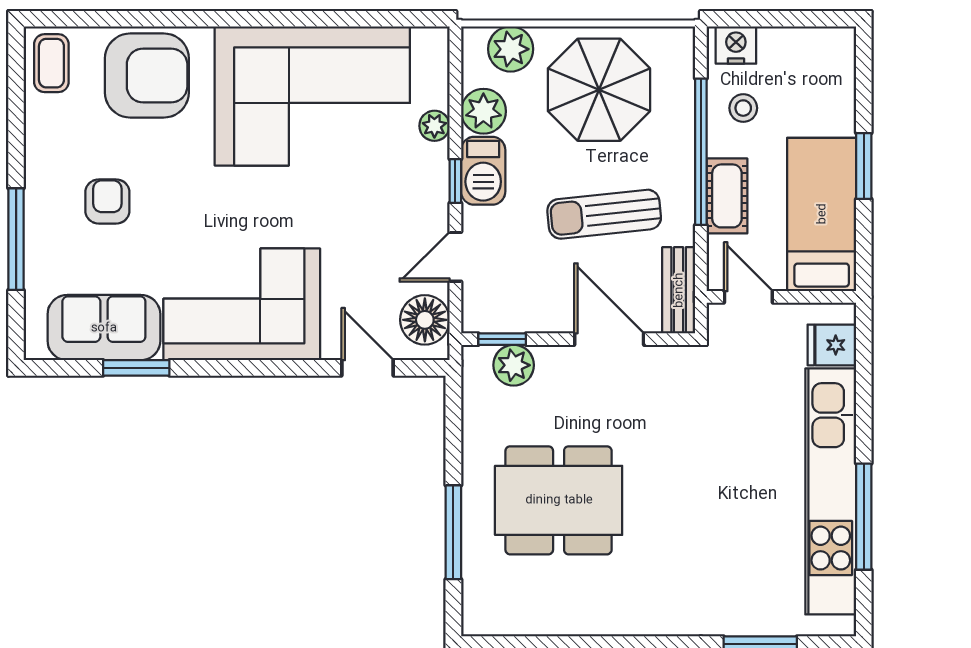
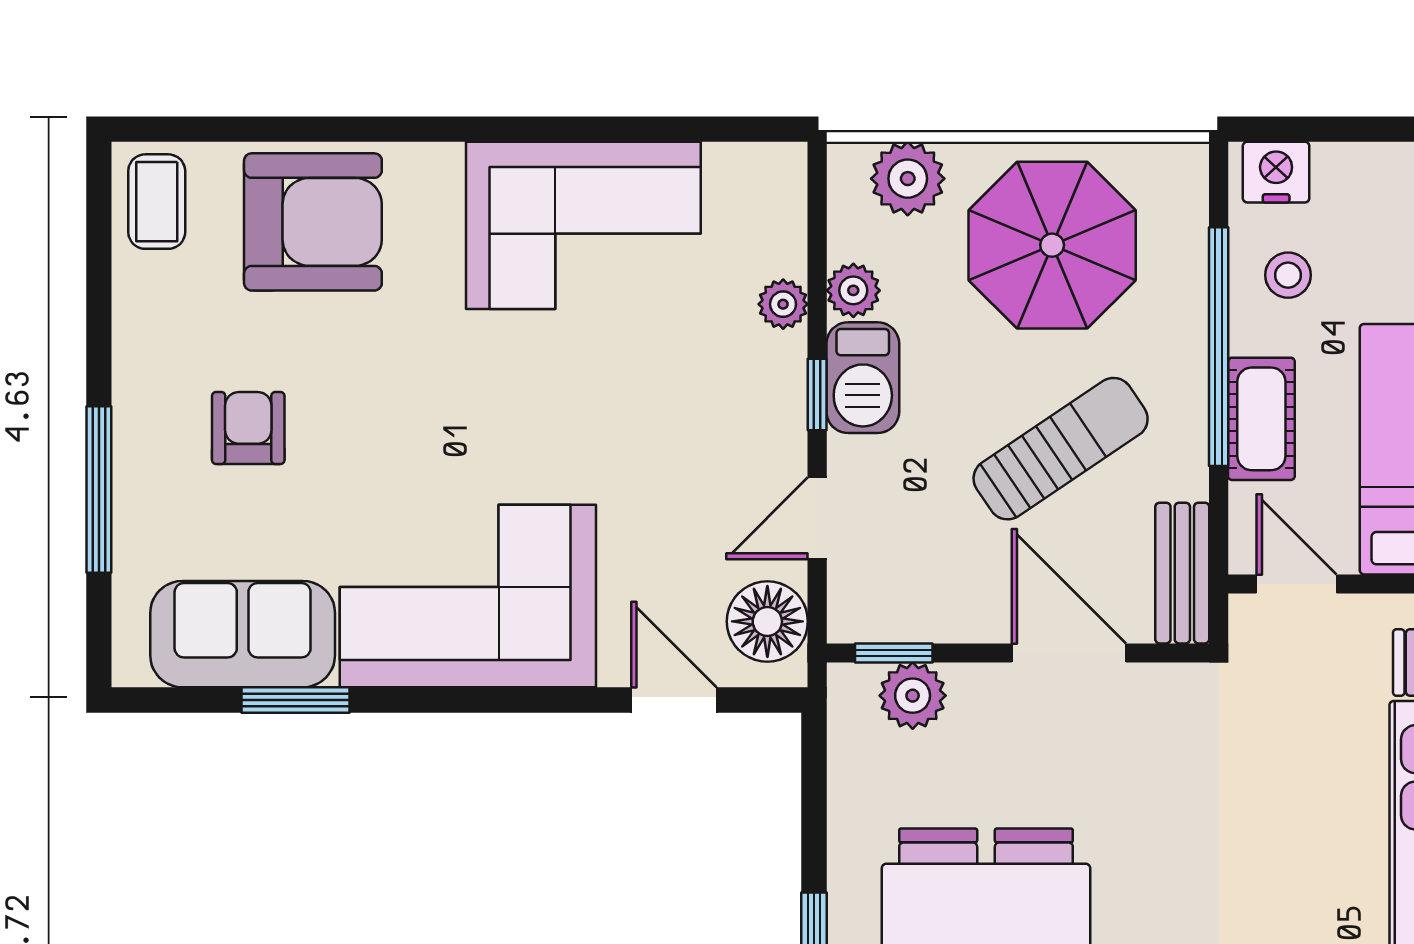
corner sofa: (312, 96) -> (583, 225), width x0.73, depth x0.74
plant: (483, 111) -> (853, 290), width x0.73, depth x0.73
sun lounger: (604, 214) -> (1061, 449), turned 152

